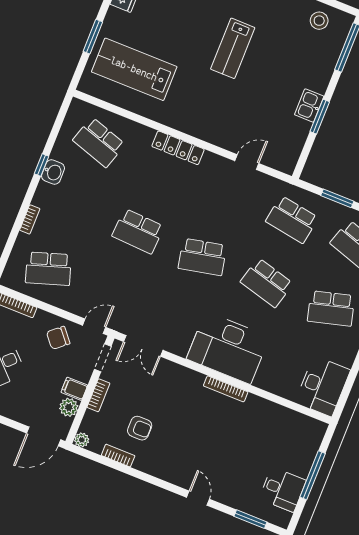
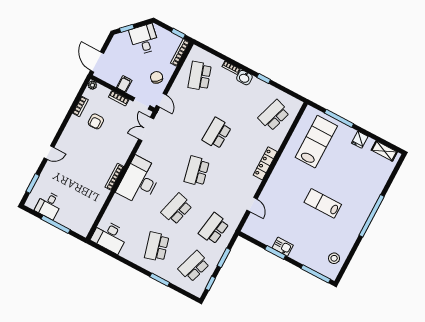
window: (93, 37) -> (339, 118), width x1.44
washbasin: (53, 172) -> (244, 78), moved
plant: (69, 407) -> (113, 79), removed

